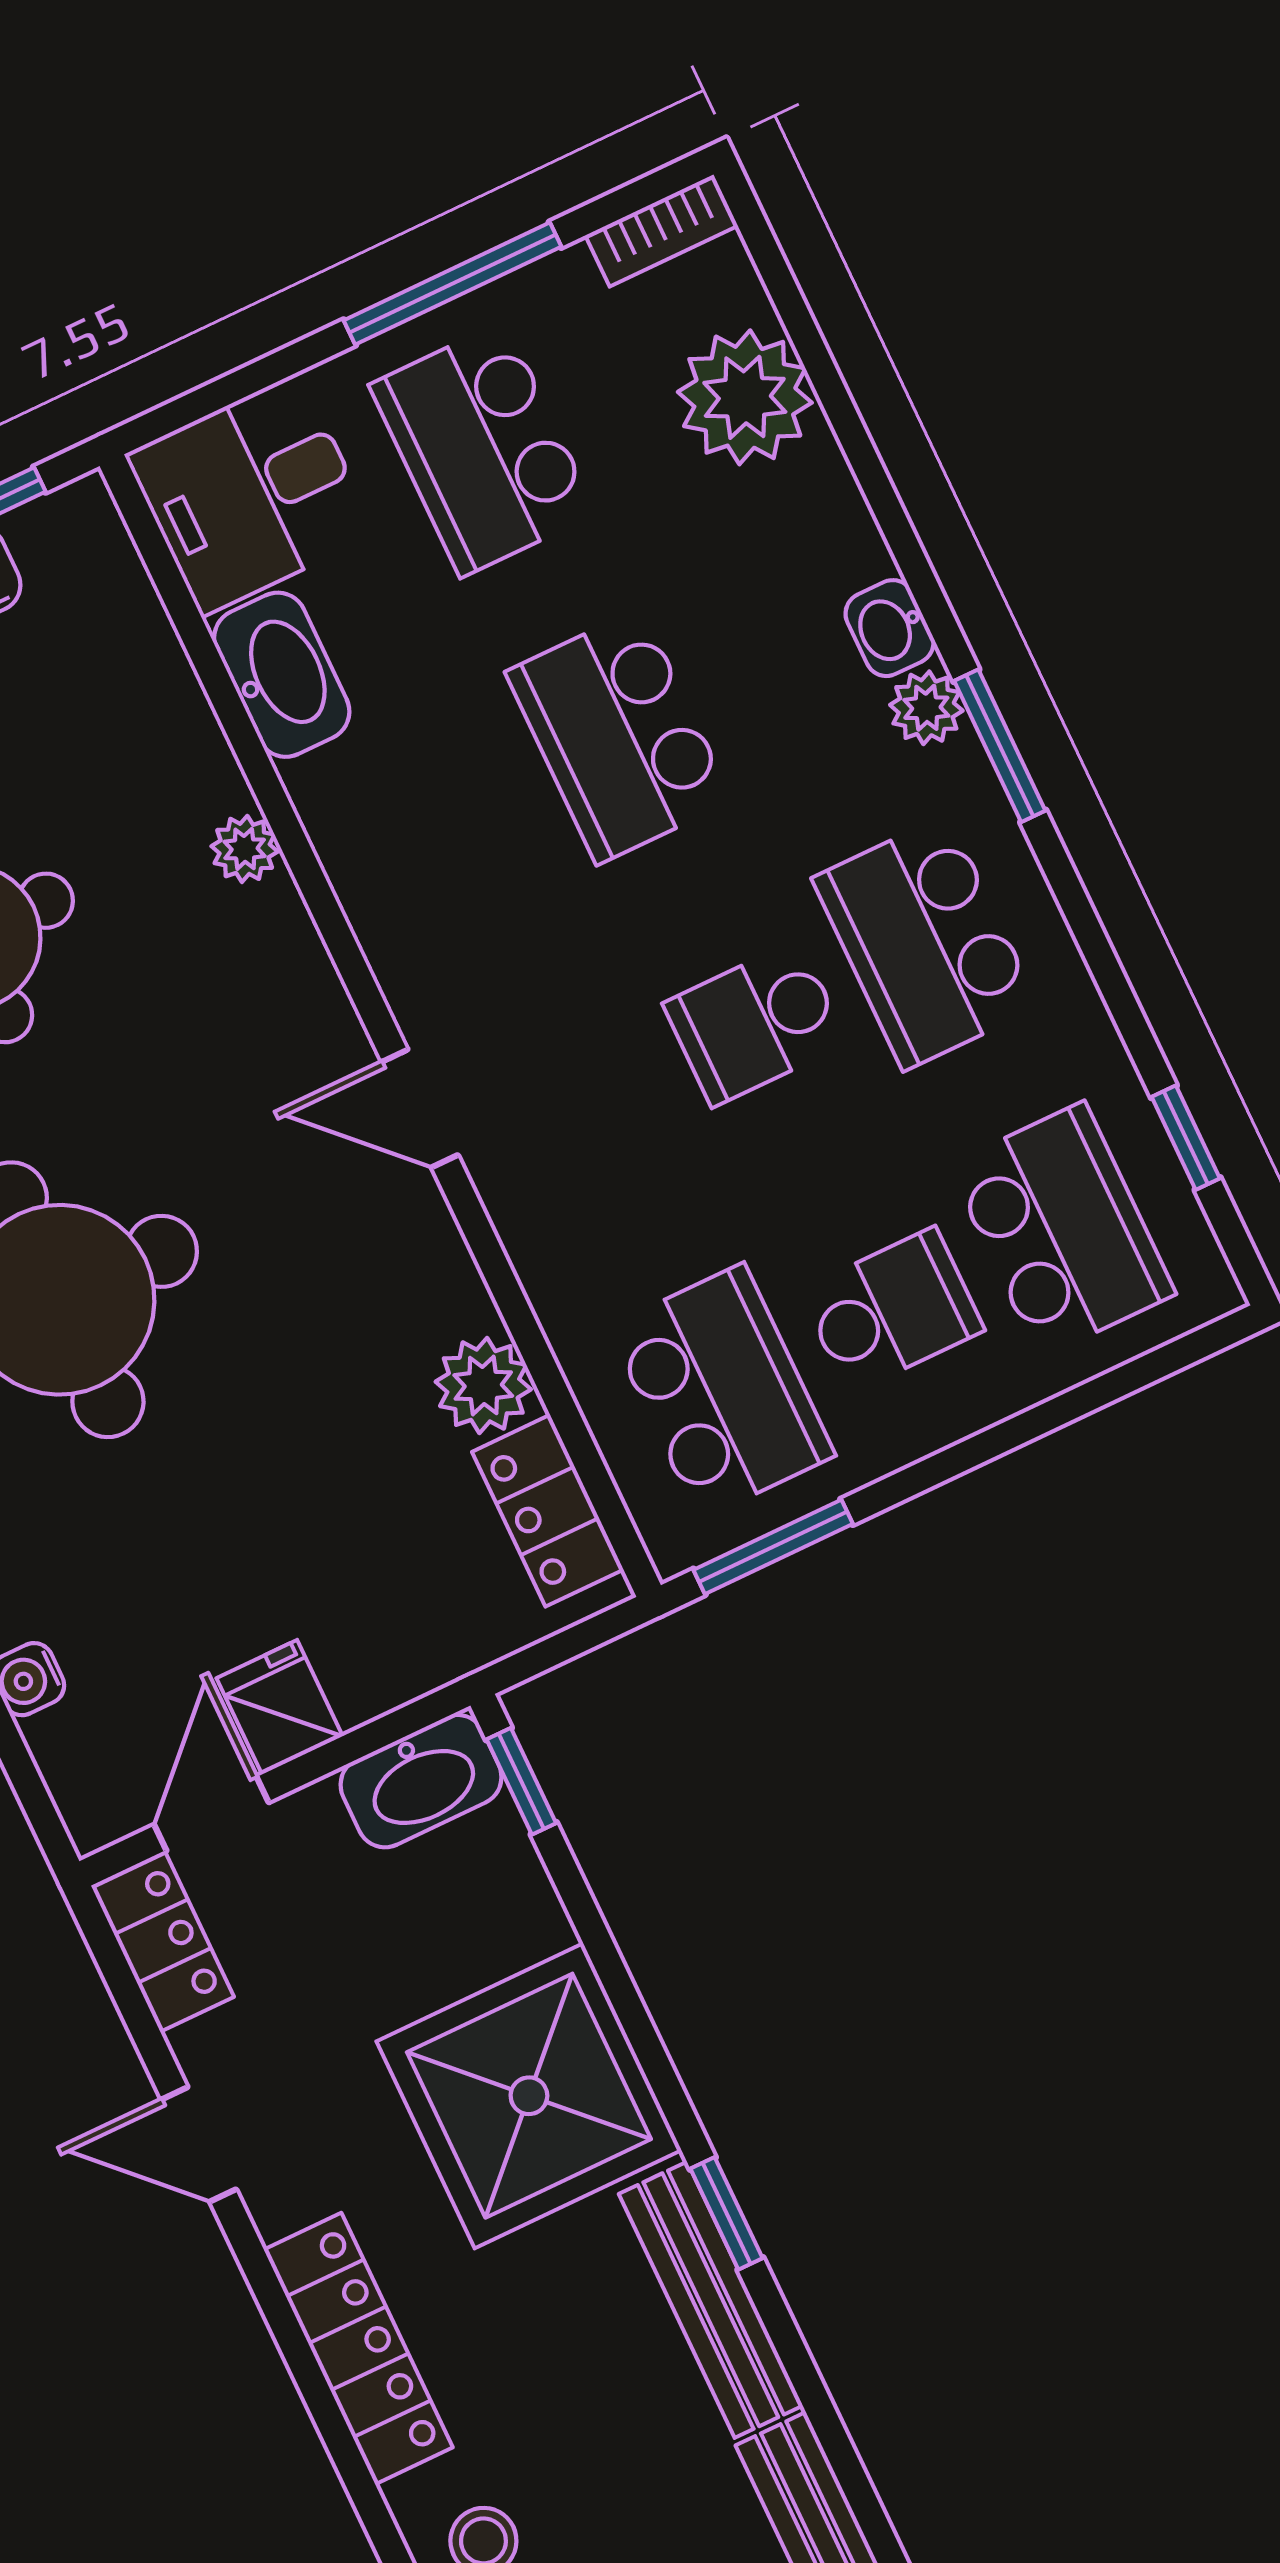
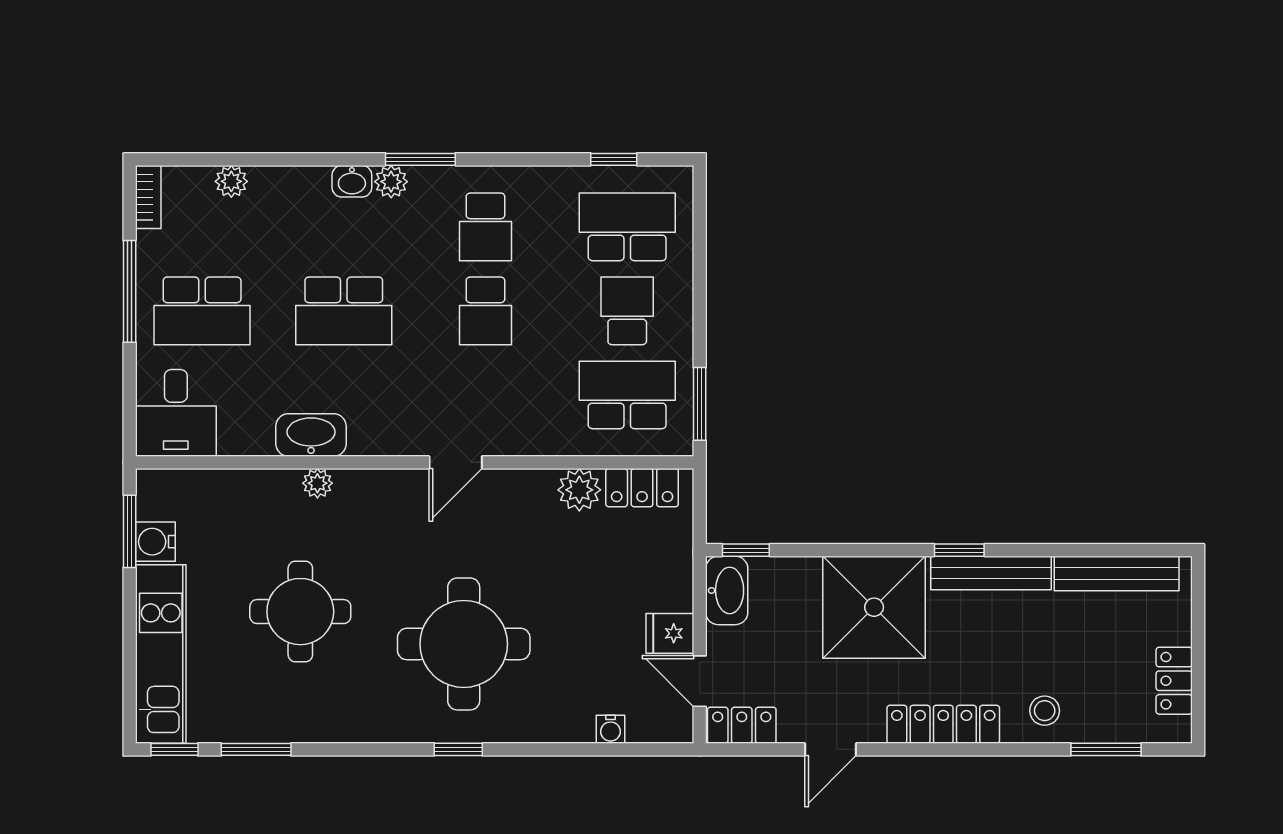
plant: (745, 397) -> (231, 181), width x0.53, depth x0.53
washbasin: (282, 675) -> (311, 435), moved
school desk: (926, 943) -> (485, 227), width x0.54

